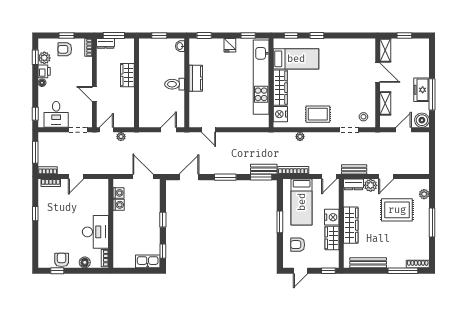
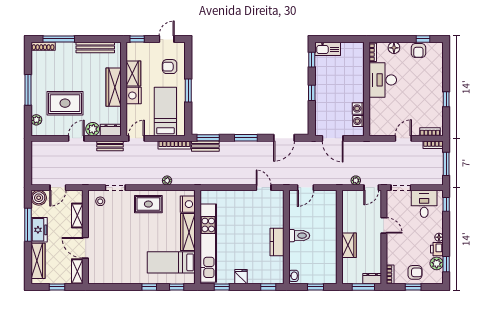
wardrobe: (423, 60) -> (38, 261), added
armchair: (298, 245) -> (170, 67), turned 180

